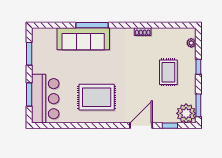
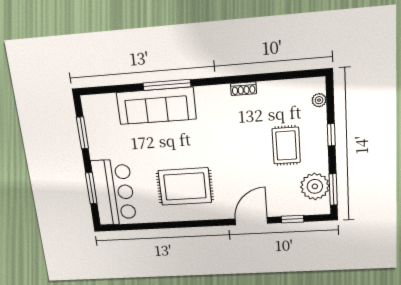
plant: (186, 113) -> (315, 186), moved

